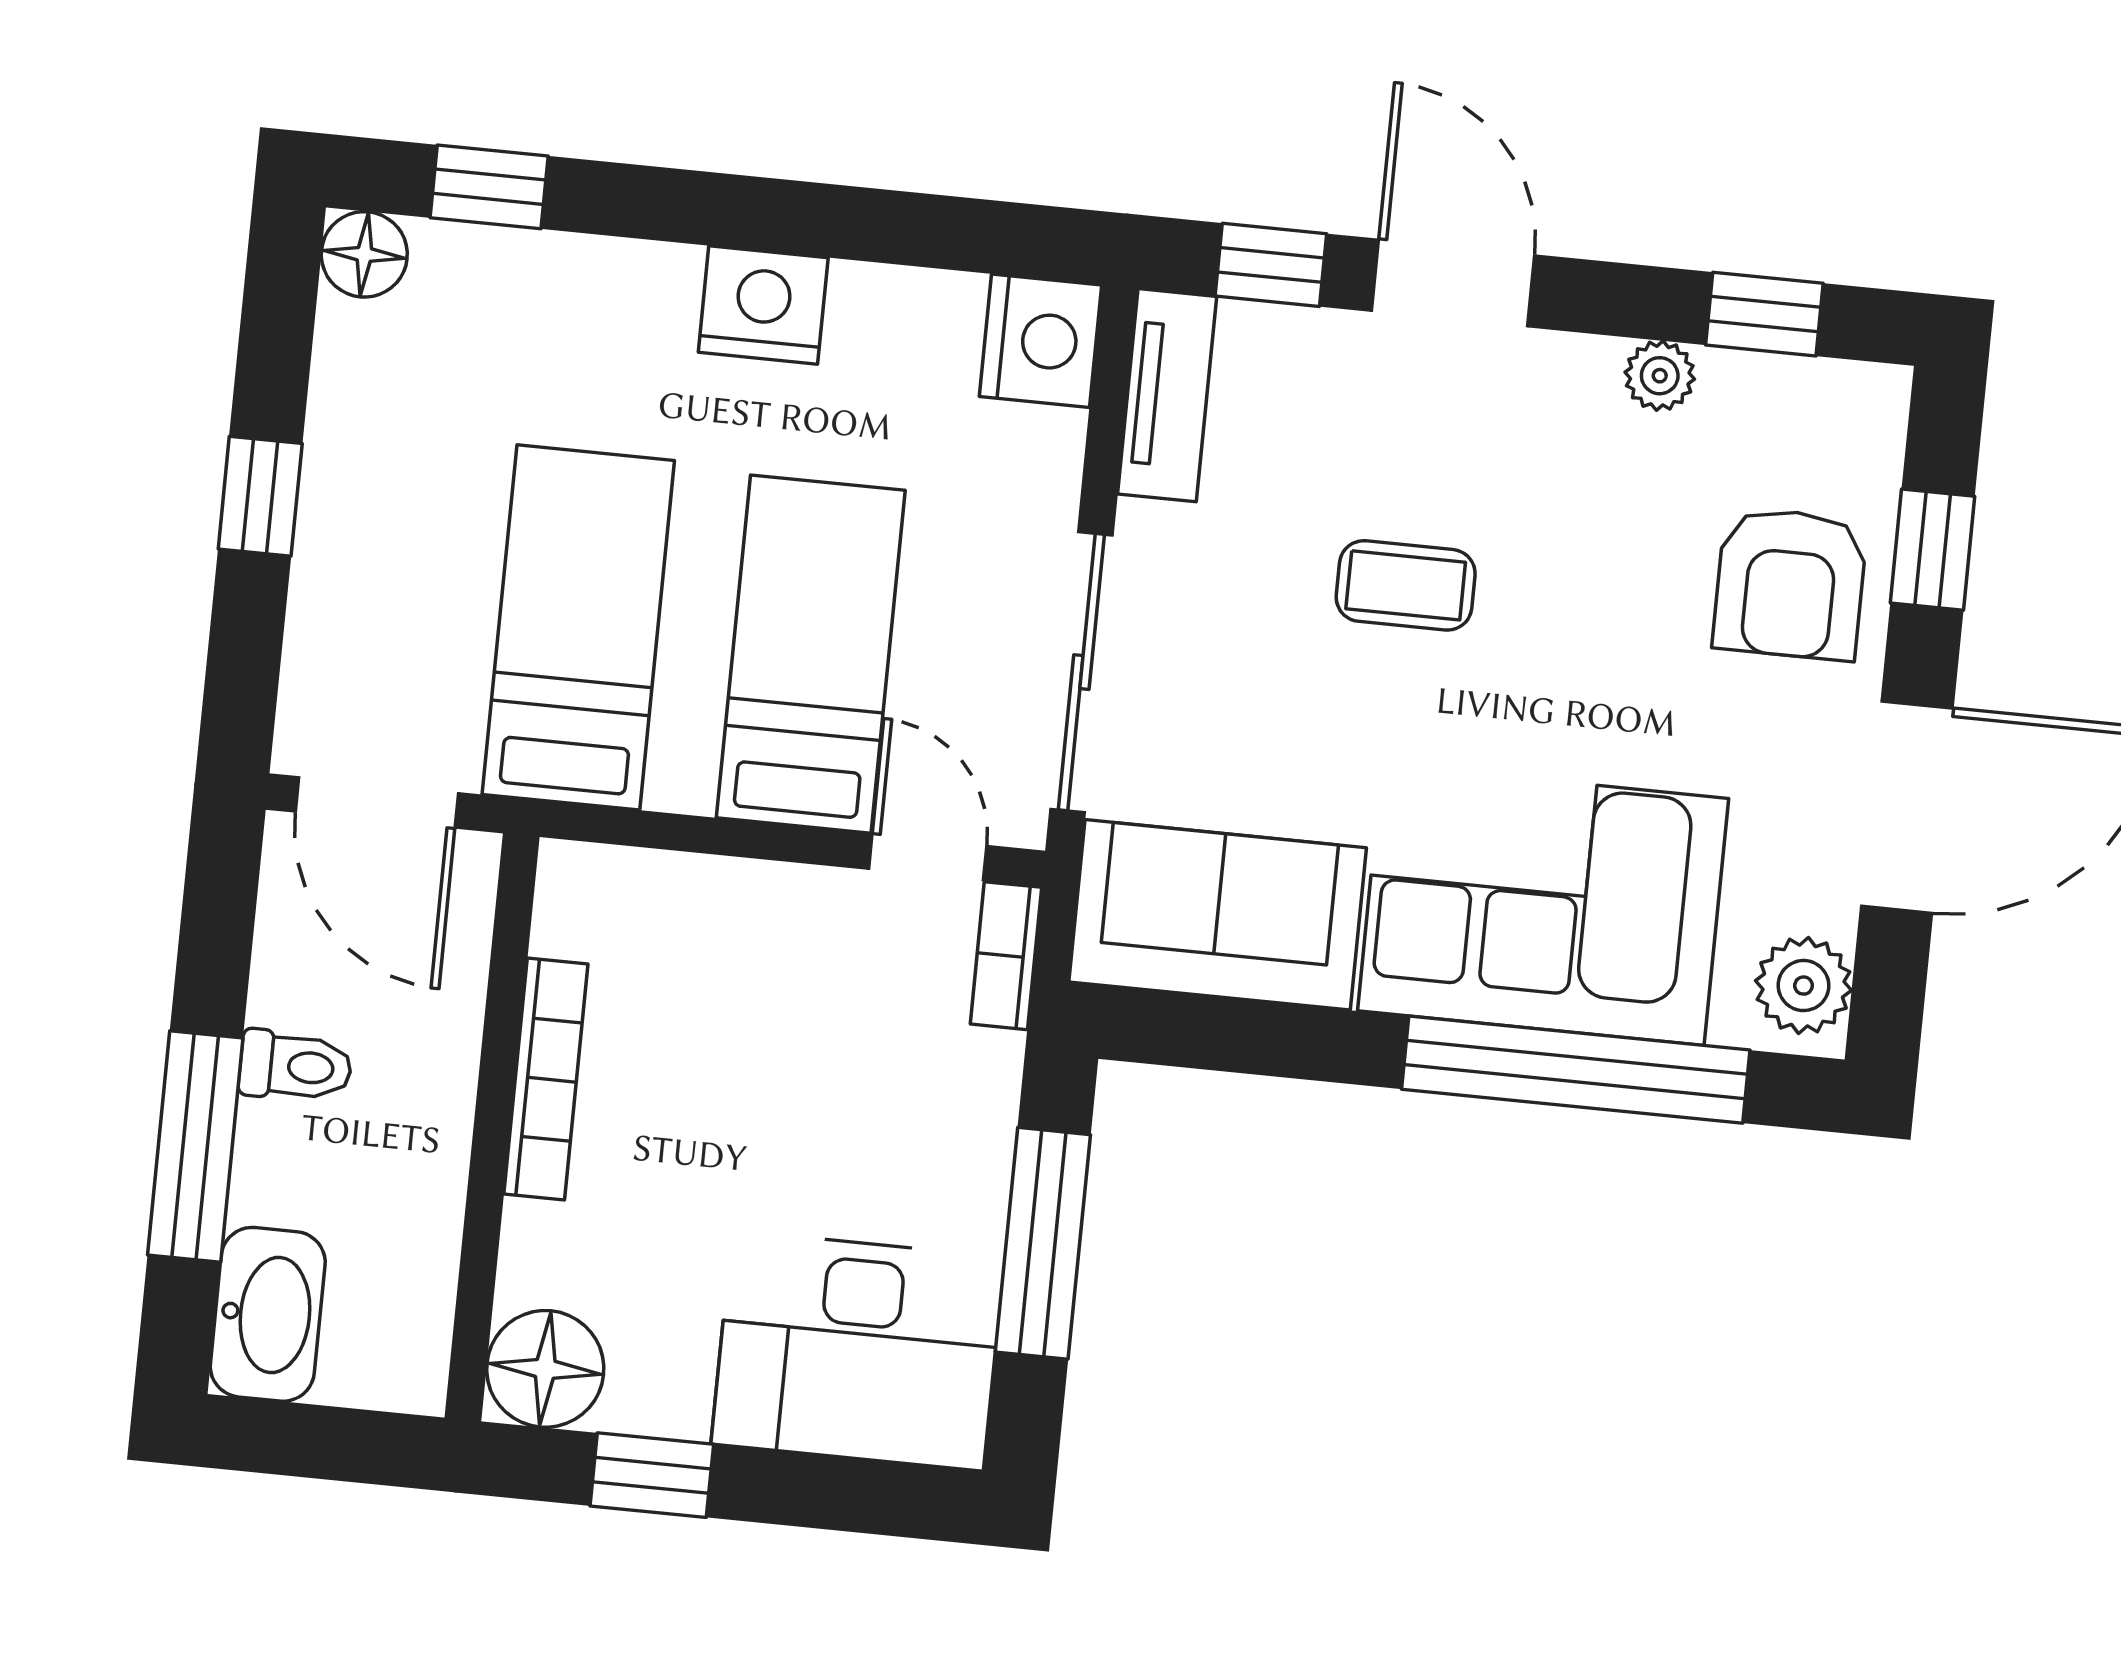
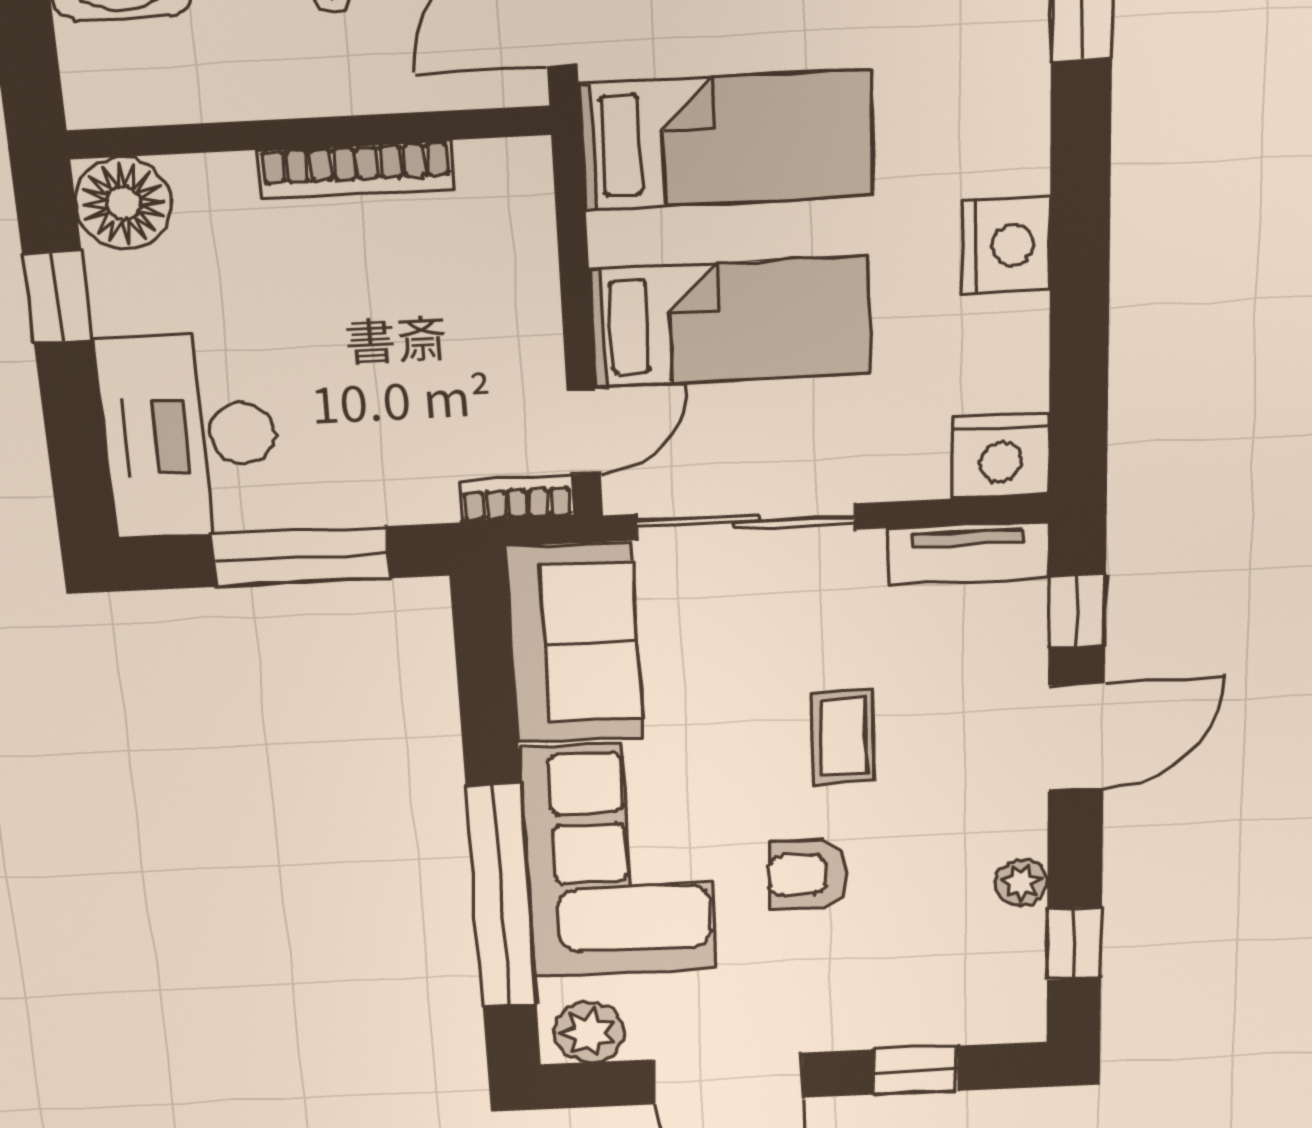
armchair: (1790, 584) -> (808, 875), moved, width x0.72, depth x0.72

